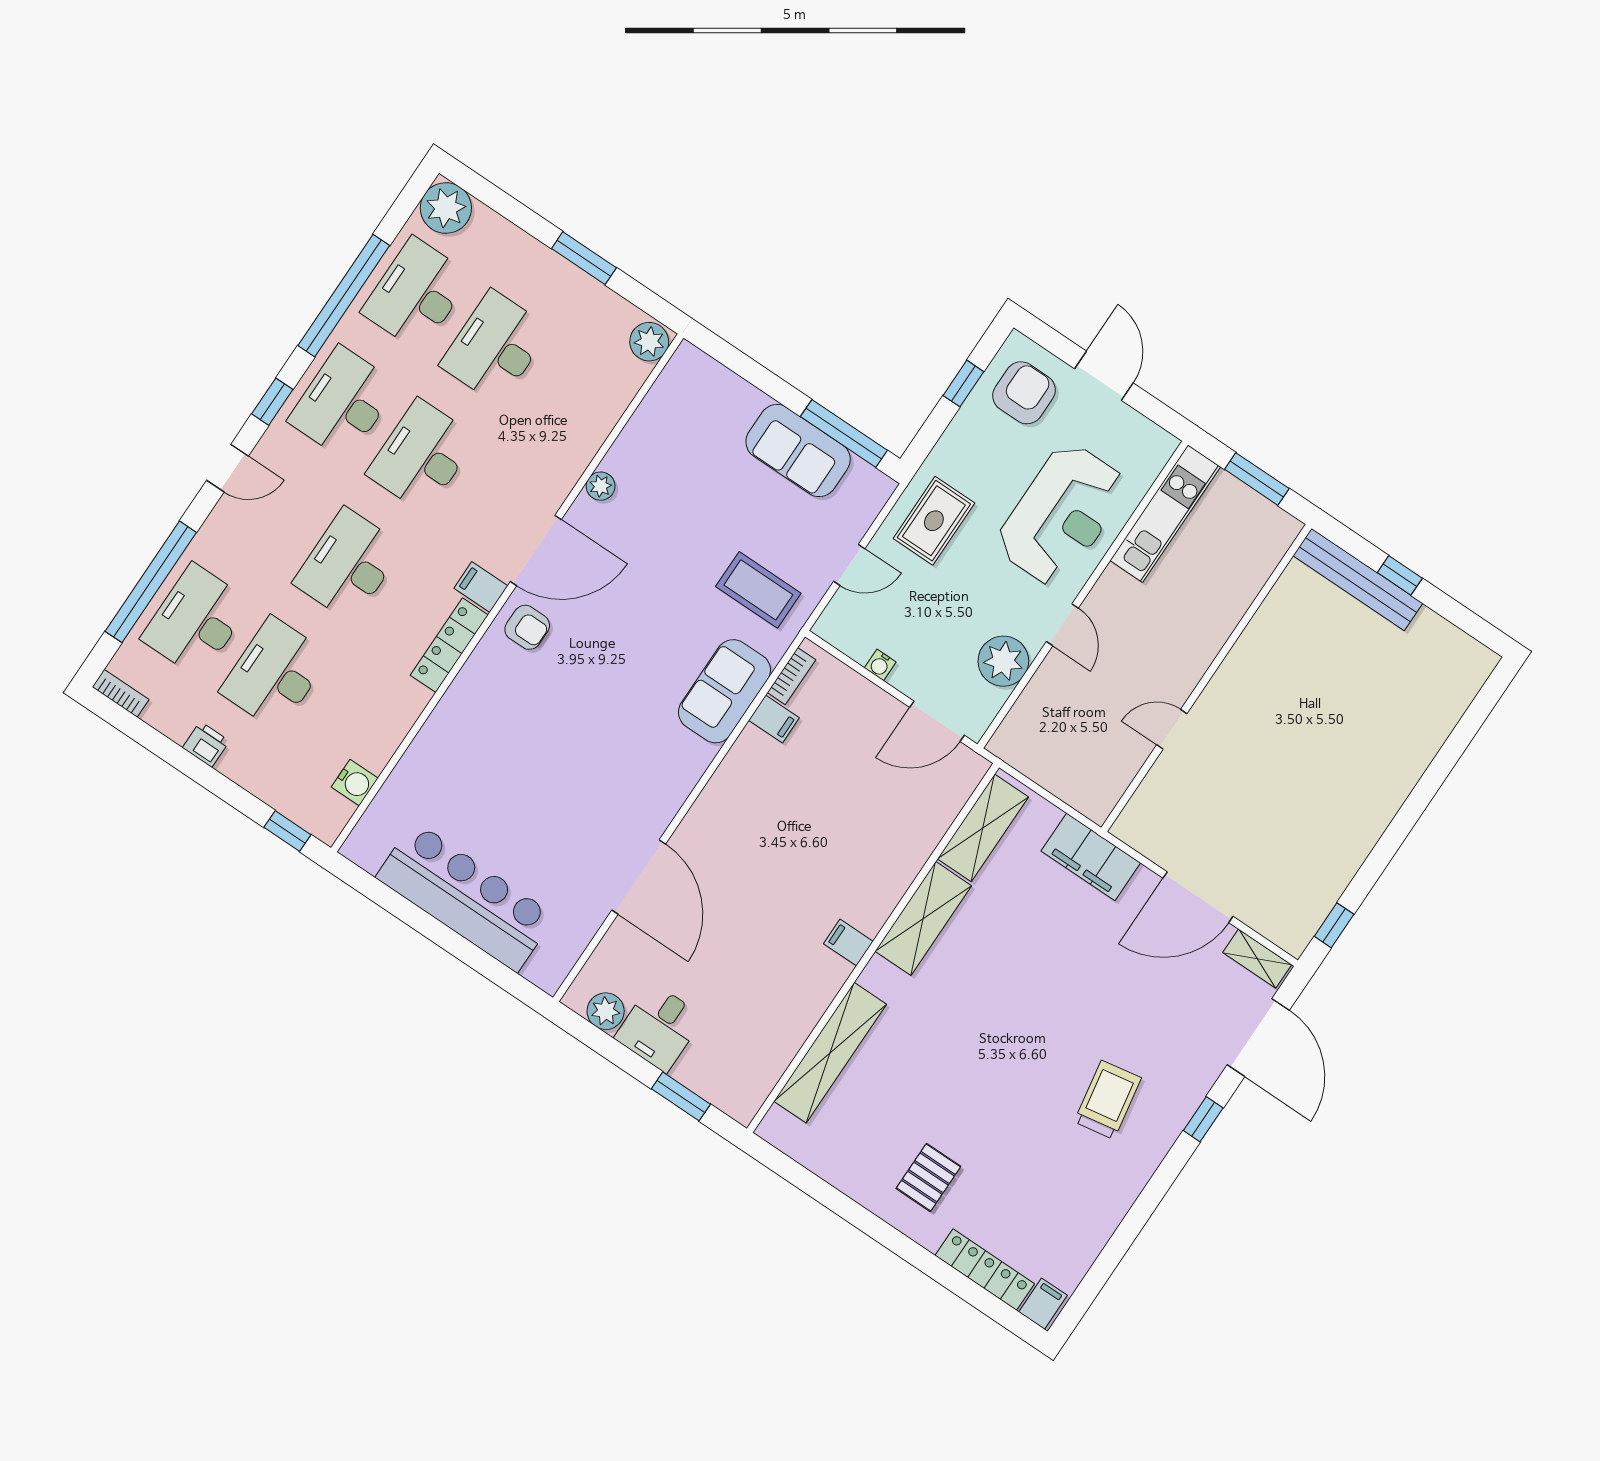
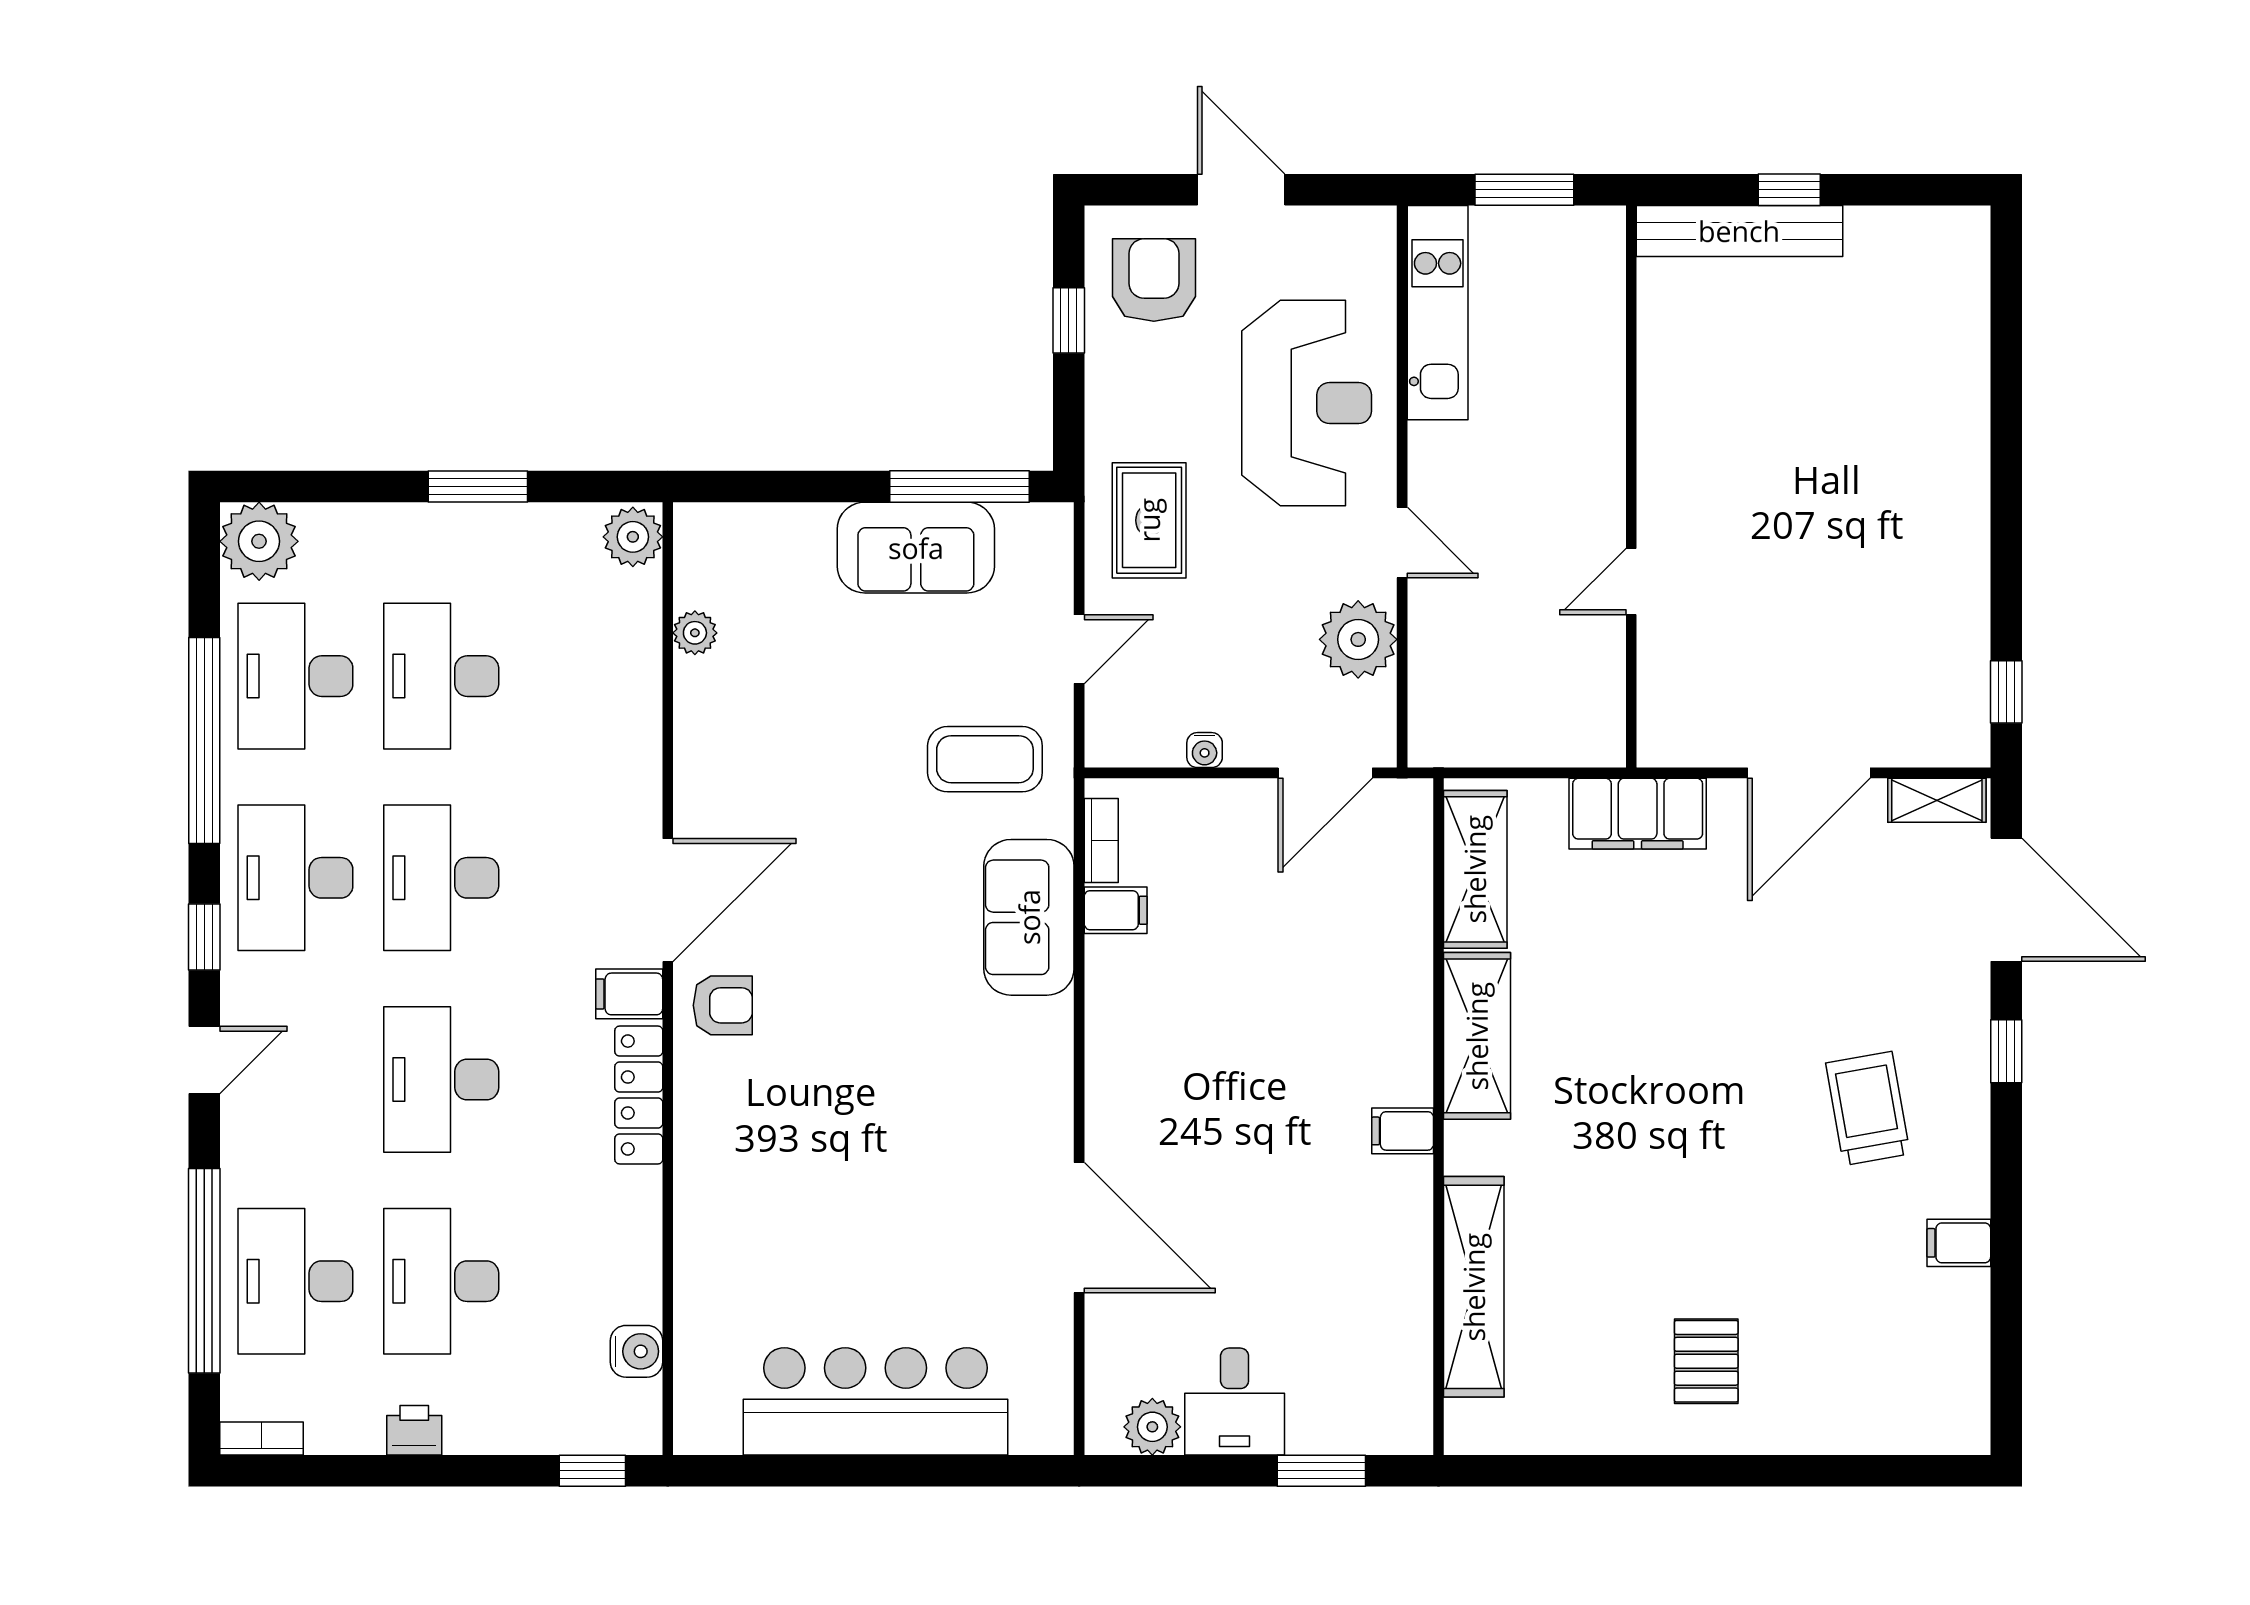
plant: (601, 486) -> (695, 633), moved
locker: (985, 1270) -> (1857, 1430), removed
filing cabinet: (1043, 1304) -> (1959, 1243), moved, turned -90

